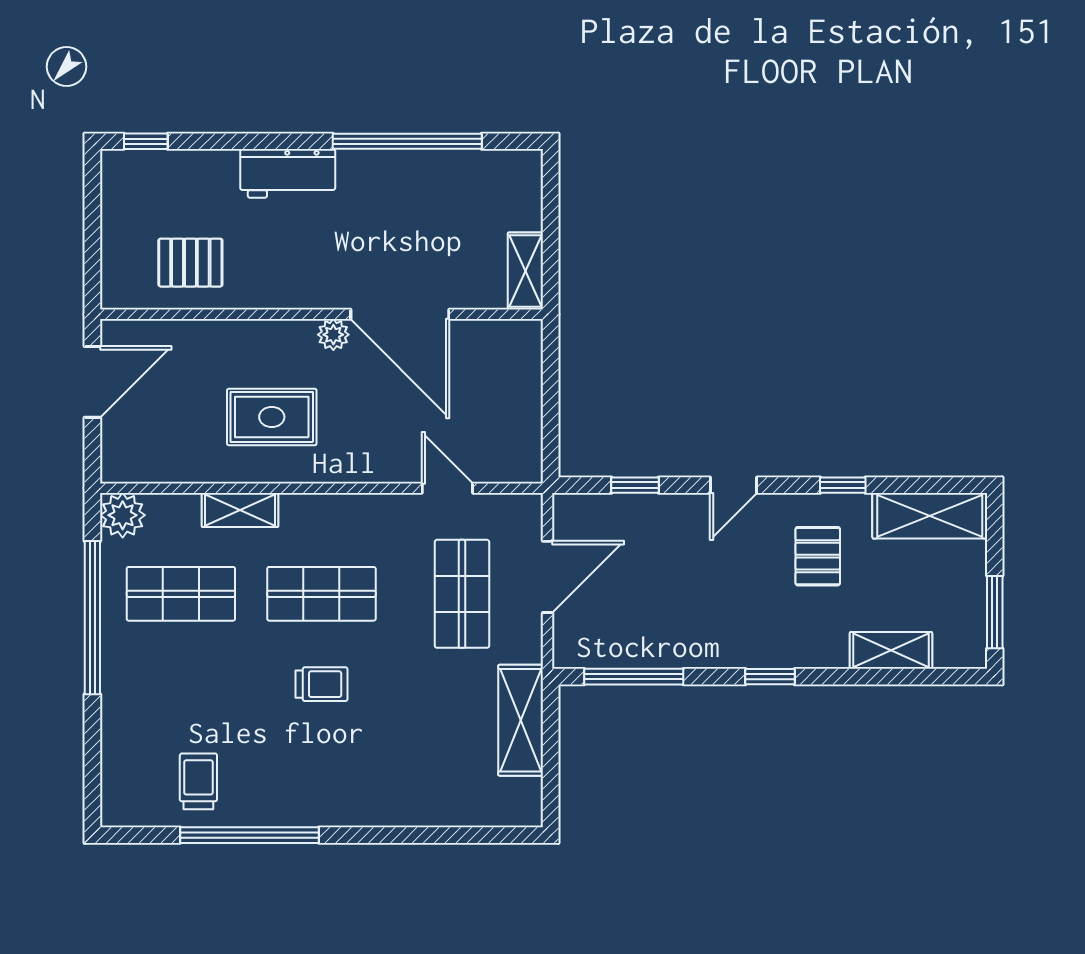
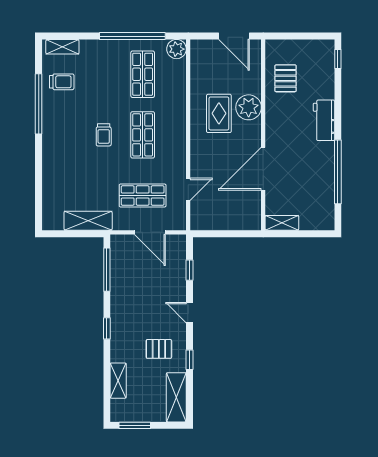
plant: (333, 335) -> (249, 107), moved, width x1.88, depth x1.88
shelving: (240, 510) -> (62, 47), moved, turned 90

